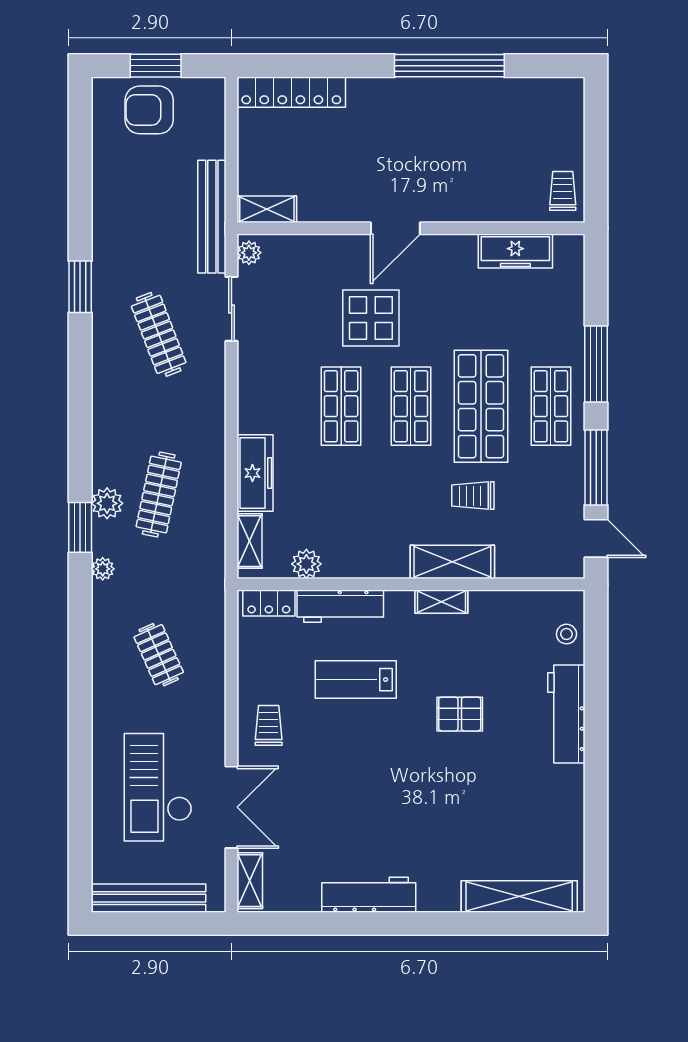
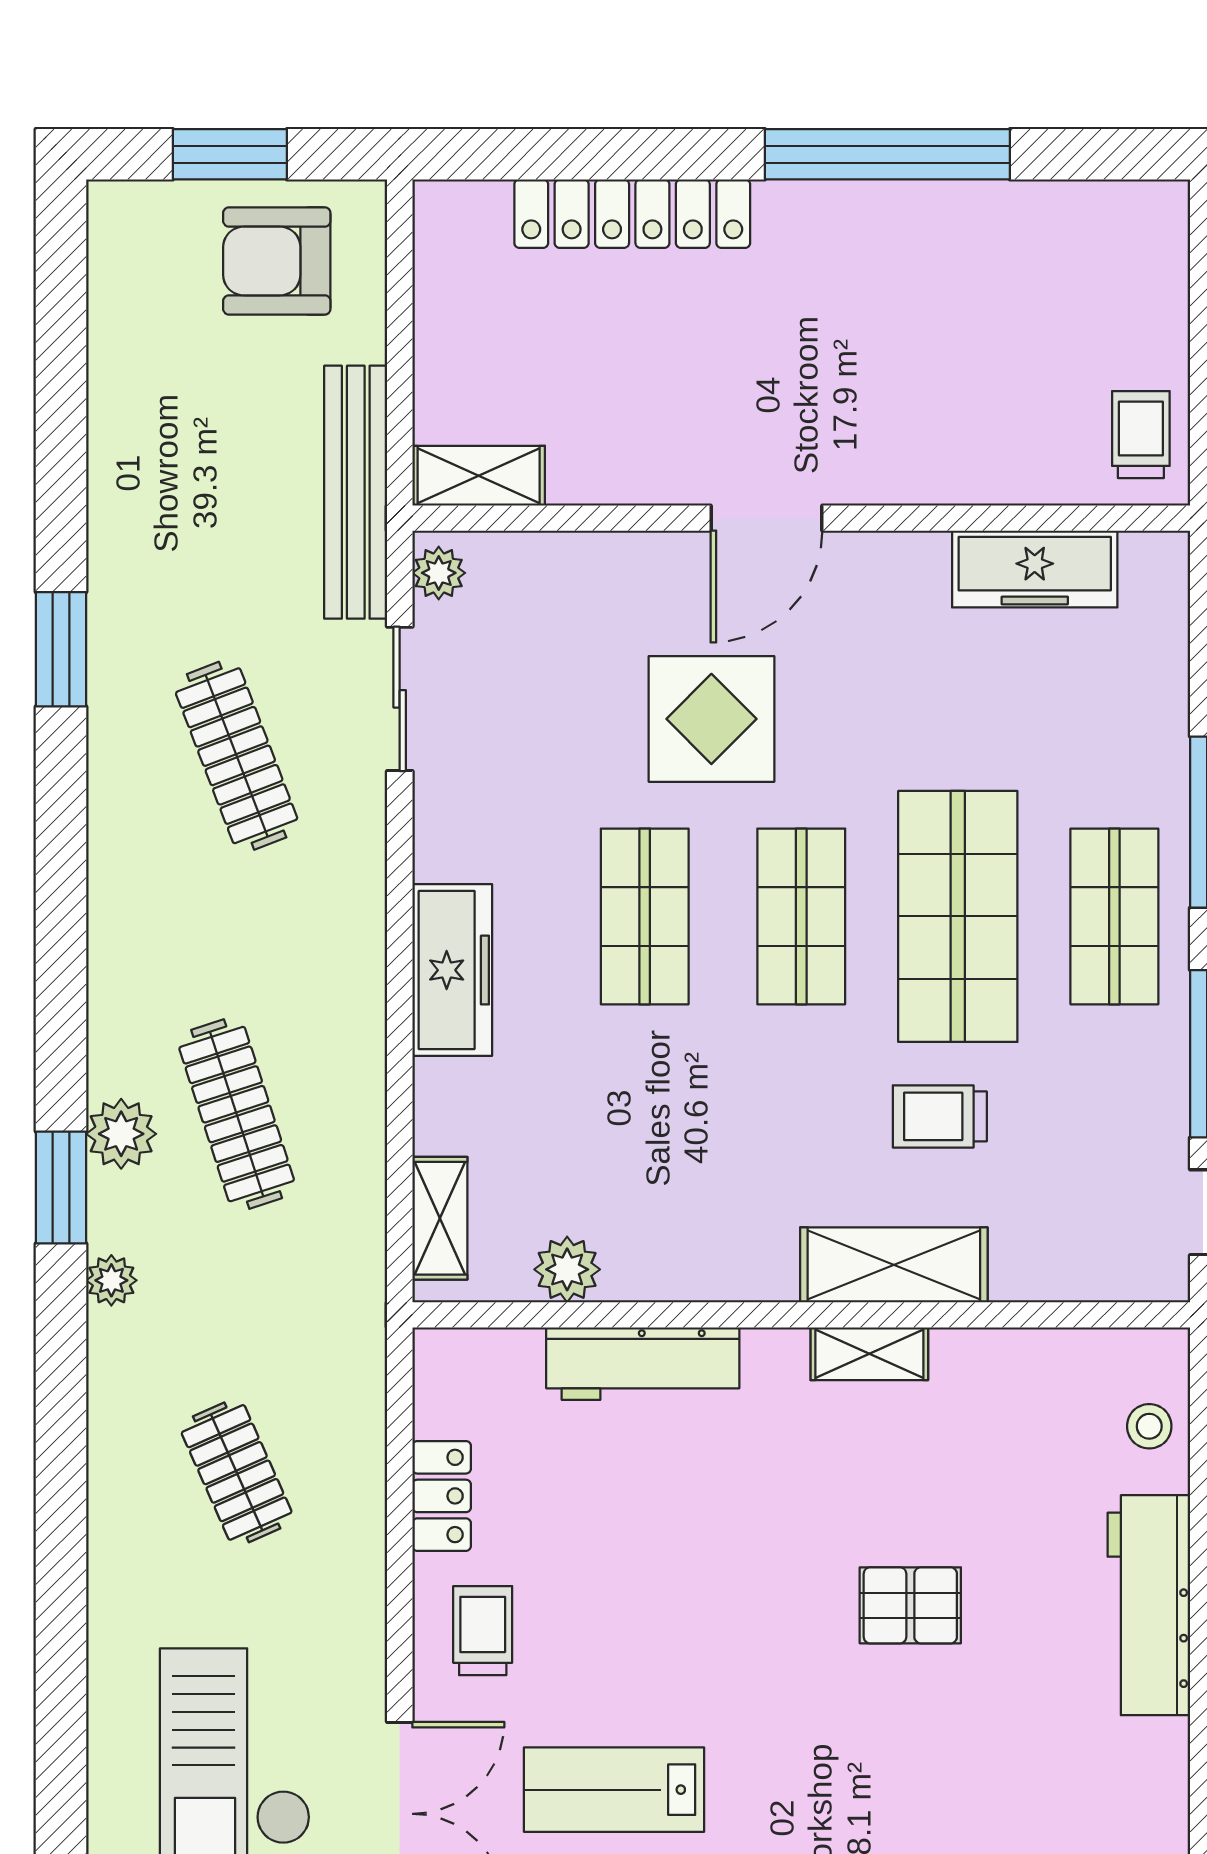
locker: (291, 92) -> (632, 214), moved
armchair: (149, 110) -> (277, 261), moved
freezer: (255, 473) -> (452, 970), moved
clothes rail: (159, 495) -> (237, 1114), turned -30
locker: (269, 603) -> (442, 1496), moved, turned -90
lab bench: (356, 680) -> (614, 1790), moved

